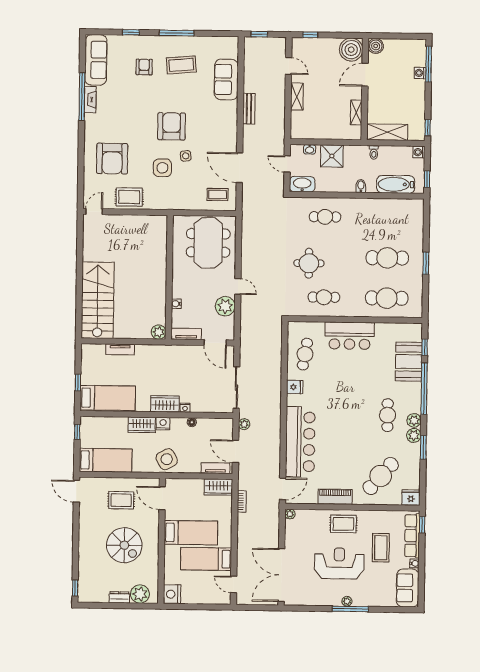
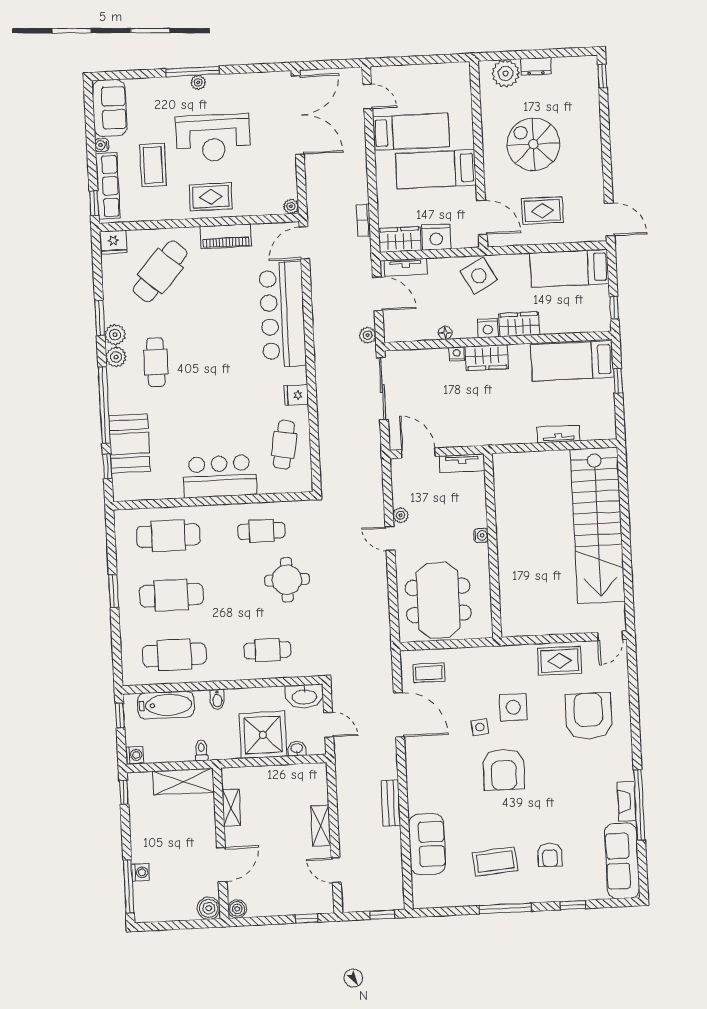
boiler: (351, 50) -> (237, 909), width x0.54, depth x0.54
shower: (332, 156) -> (263, 735), width x1.37, depth x1.37
cafe table: (388, 218) -> (174, 655), added
stairs: (98, 300) -> (598, 525), width x1.36
water cooler: (176, 304) -> (481, 535), moved
plant: (225, 306) -> (400, 515), width x0.53, depth x0.53
plant: (159, 332) -> (503, 463), removed
nightstand: (172, 594) -> (436, 237), moved, turned 90

